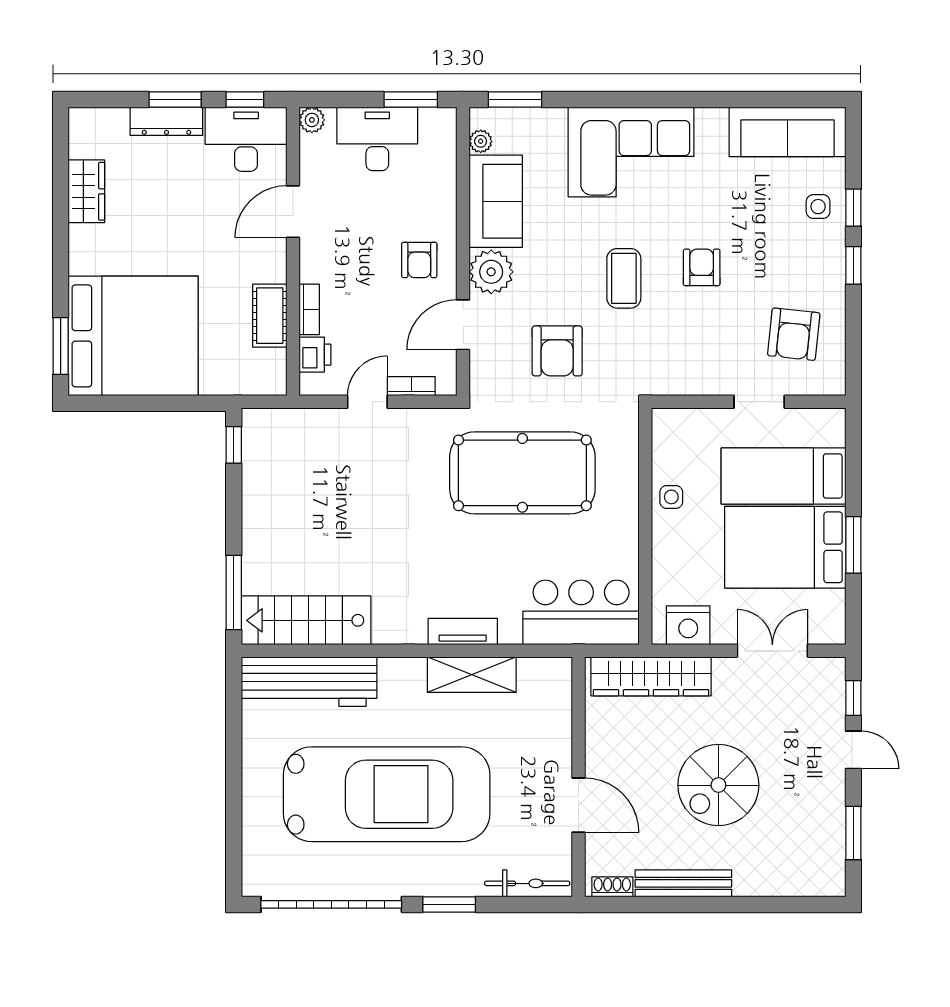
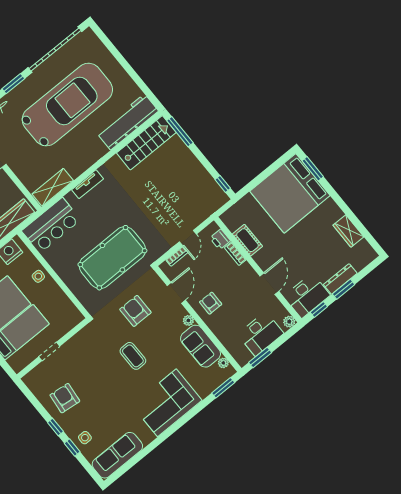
armchair: (702, 267) -> (109, 382), removed
plant: (491, 272) -> (188, 320), width x0.53, depth x0.53
armchair: (794, 334) -> (65, 398), moved
side table: (671, 497) -> (38, 276), moved
shelving: (472, 675) -> (53, 187), moved
car: (387, 794) -> (67, 105), turned 180

